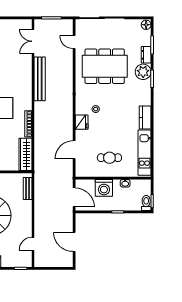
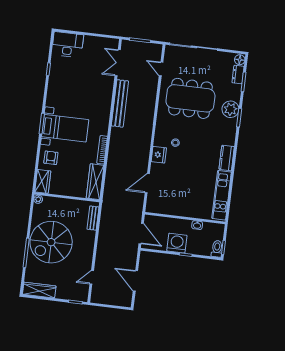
dresser: (146, 55) -> (238, 75), moved
cafe table: (109, 158) -> (184, 196), removed
washing machine: (104, 188) -> (177, 243), moved, turned 180

